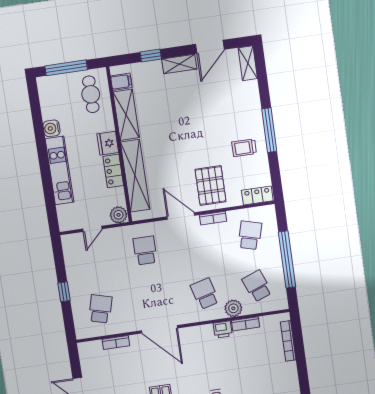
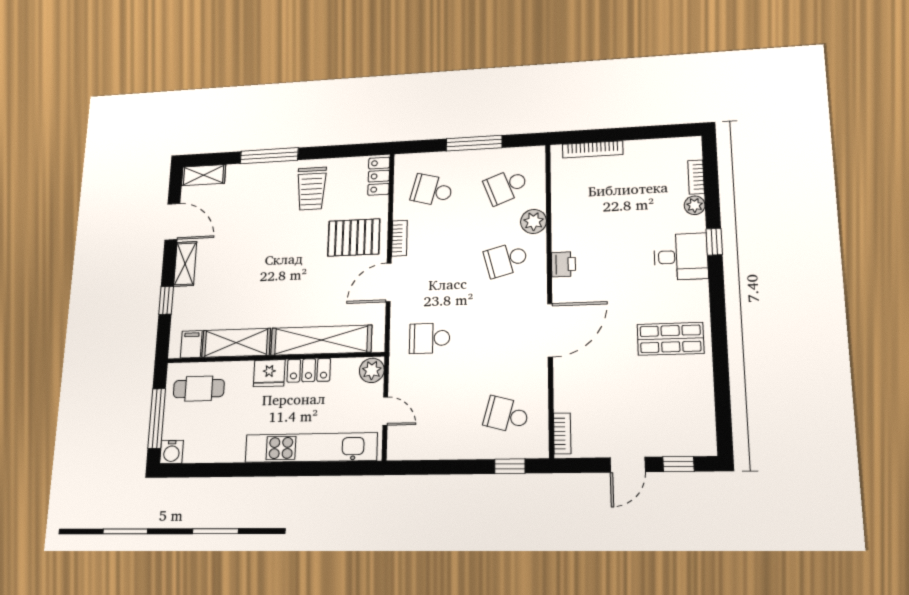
water cooler: (52, 128) -> (172, 452), moved
window: (269, 130) -> (269, 156), moved
trolley: (244, 148) -> (312, 189), width x1.36, depth x1.39
kitchen unit: (60, 170) -> (311, 448), width x1.36
window: (287, 259) -> (474, 143), width x0.68
window: (64, 292) -> (510, 466), moved
bookcase: (246, 324) -> (559, 206), removed
printer: (223, 330) -> (563, 264), moved
bookcase: (116, 343) -> (562, 433), moved

